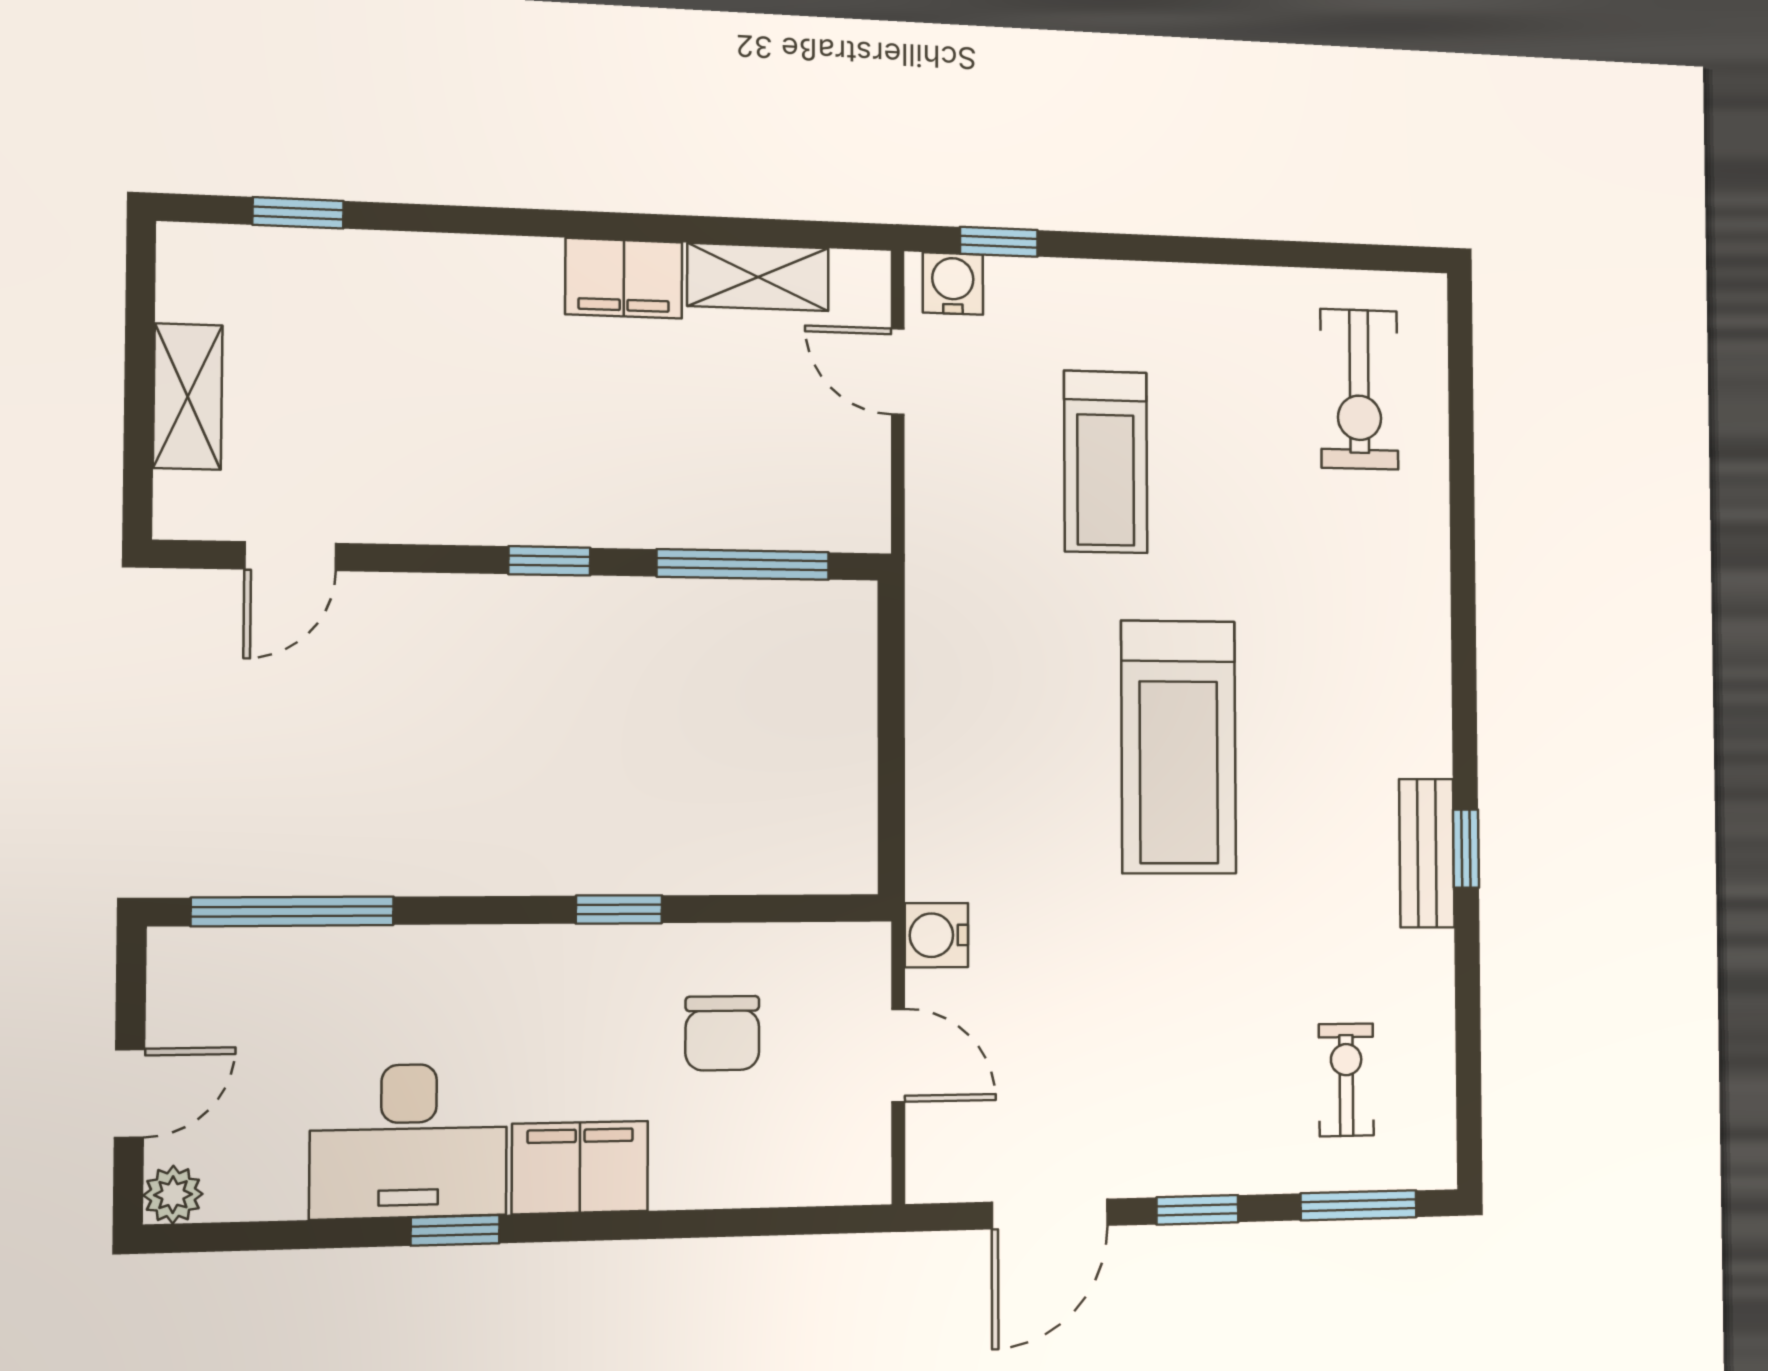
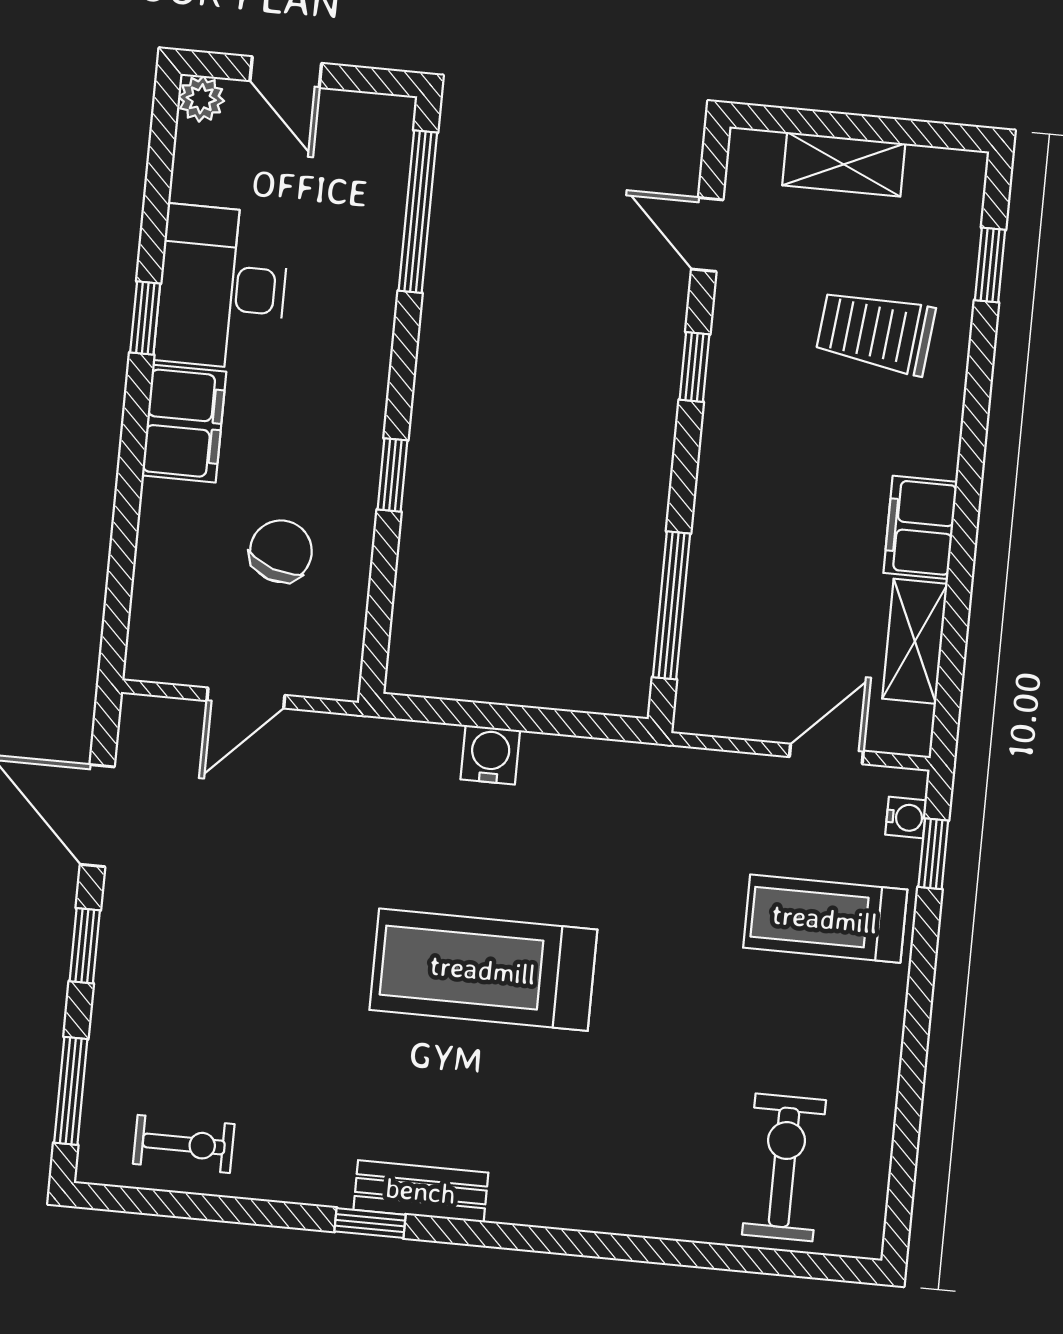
water cooler: (953, 284) -> (906, 818), width x0.72, depth x0.72
trolley: (393, 345) -> (876, 332), added
exercise bike: (1359, 389) -> (784, 1167), turned 90
treadmill: (1106, 462) -> (825, 919), moved
window: (549, 561) -> (694, 367), moved
bench: (1427, 853) -> (421, 1191), moved
water cooler: (936, 935) -> (490, 755), moved
chair: (722, 1033) -> (281, 551), turned 109
exercise bike: (1346, 1080) -> (184, 1144), moved

